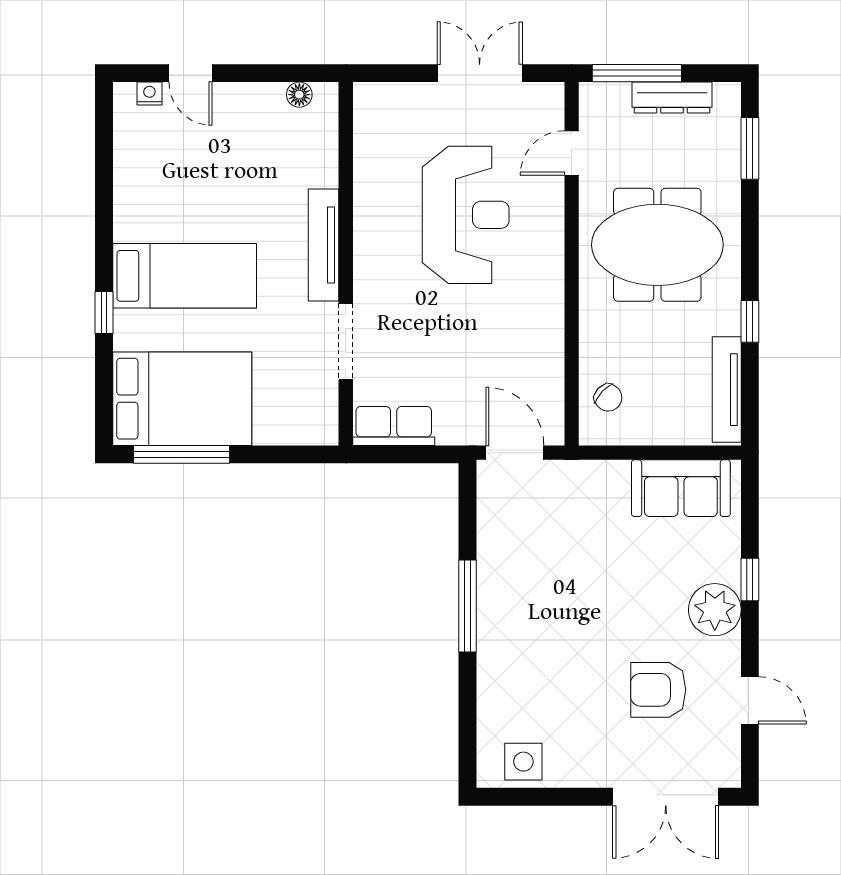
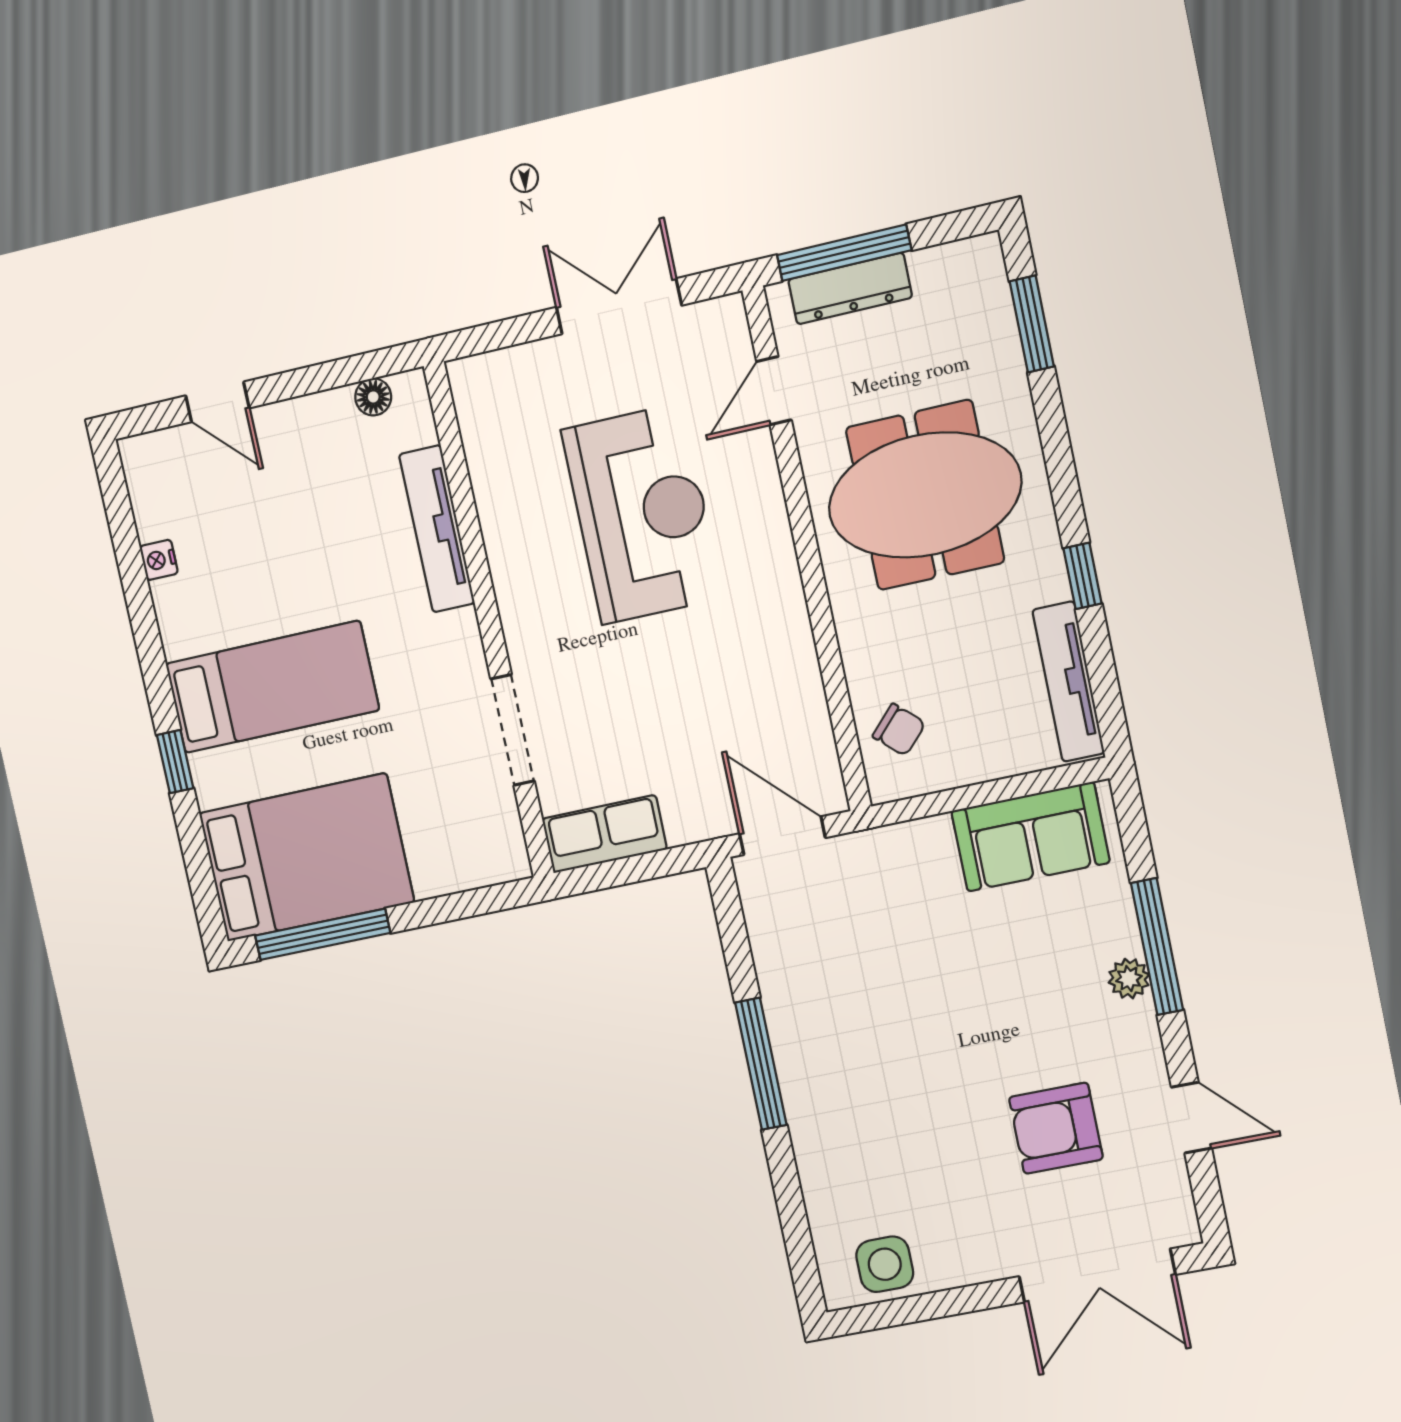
nightstand: (149, 94) -> (159, 560), moved, turned -90
dresser: (672, 98) -> (850, 289), moved
tv unit: (323, 245) -> (437, 529), moved
window: (750, 580) -> (1157, 946), width x2.17
plant: (715, 610) -> (1129, 979), width x0.53, depth x0.53

